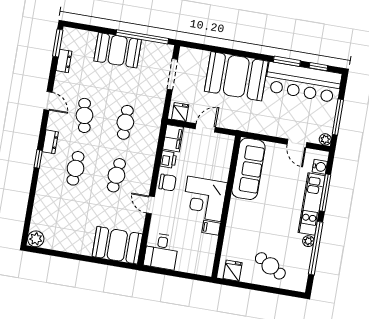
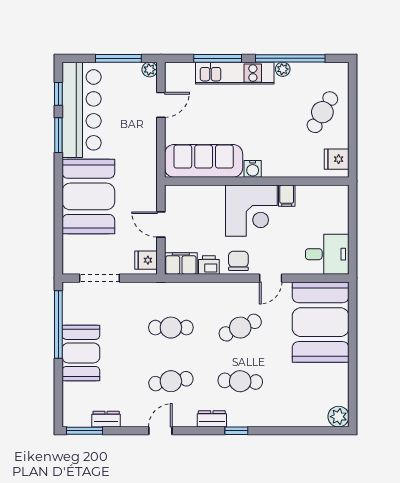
water cooler: (320, 167) -> (253, 169), moved, turned 180
cafe table: (116, 175) -> (240, 328), turned -30
booth: (117, 245) -> (321, 322), width x1.36, depth x1.42

